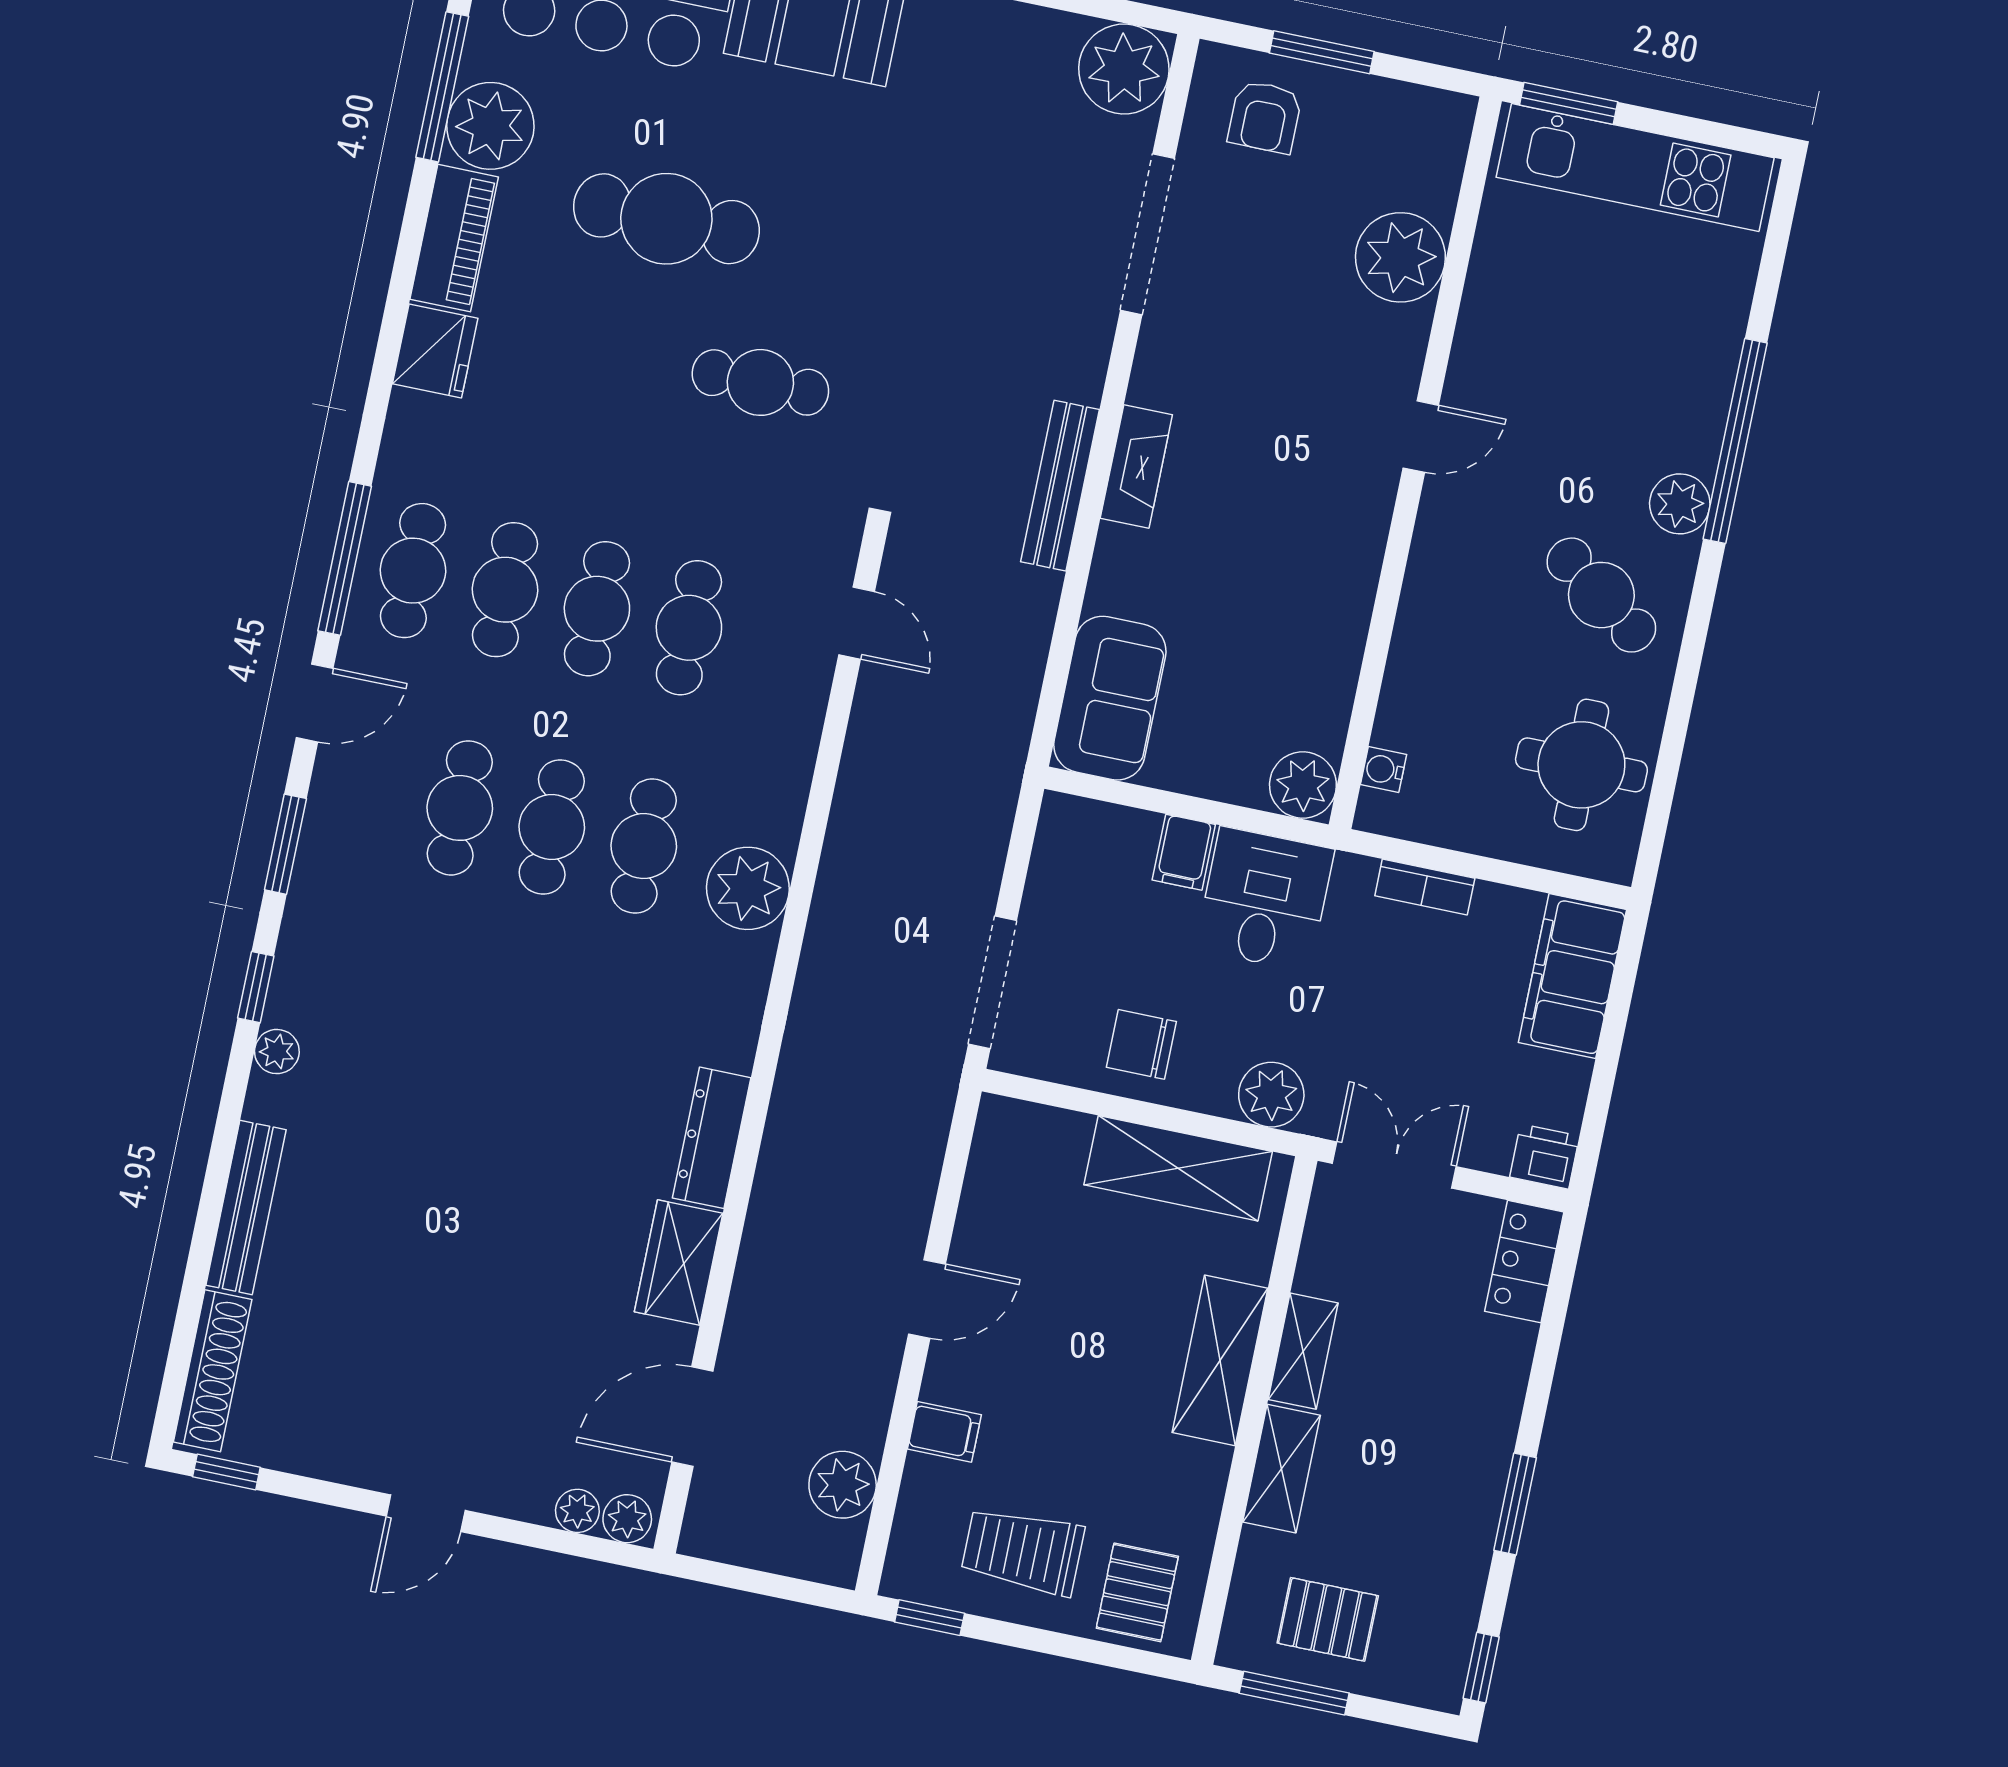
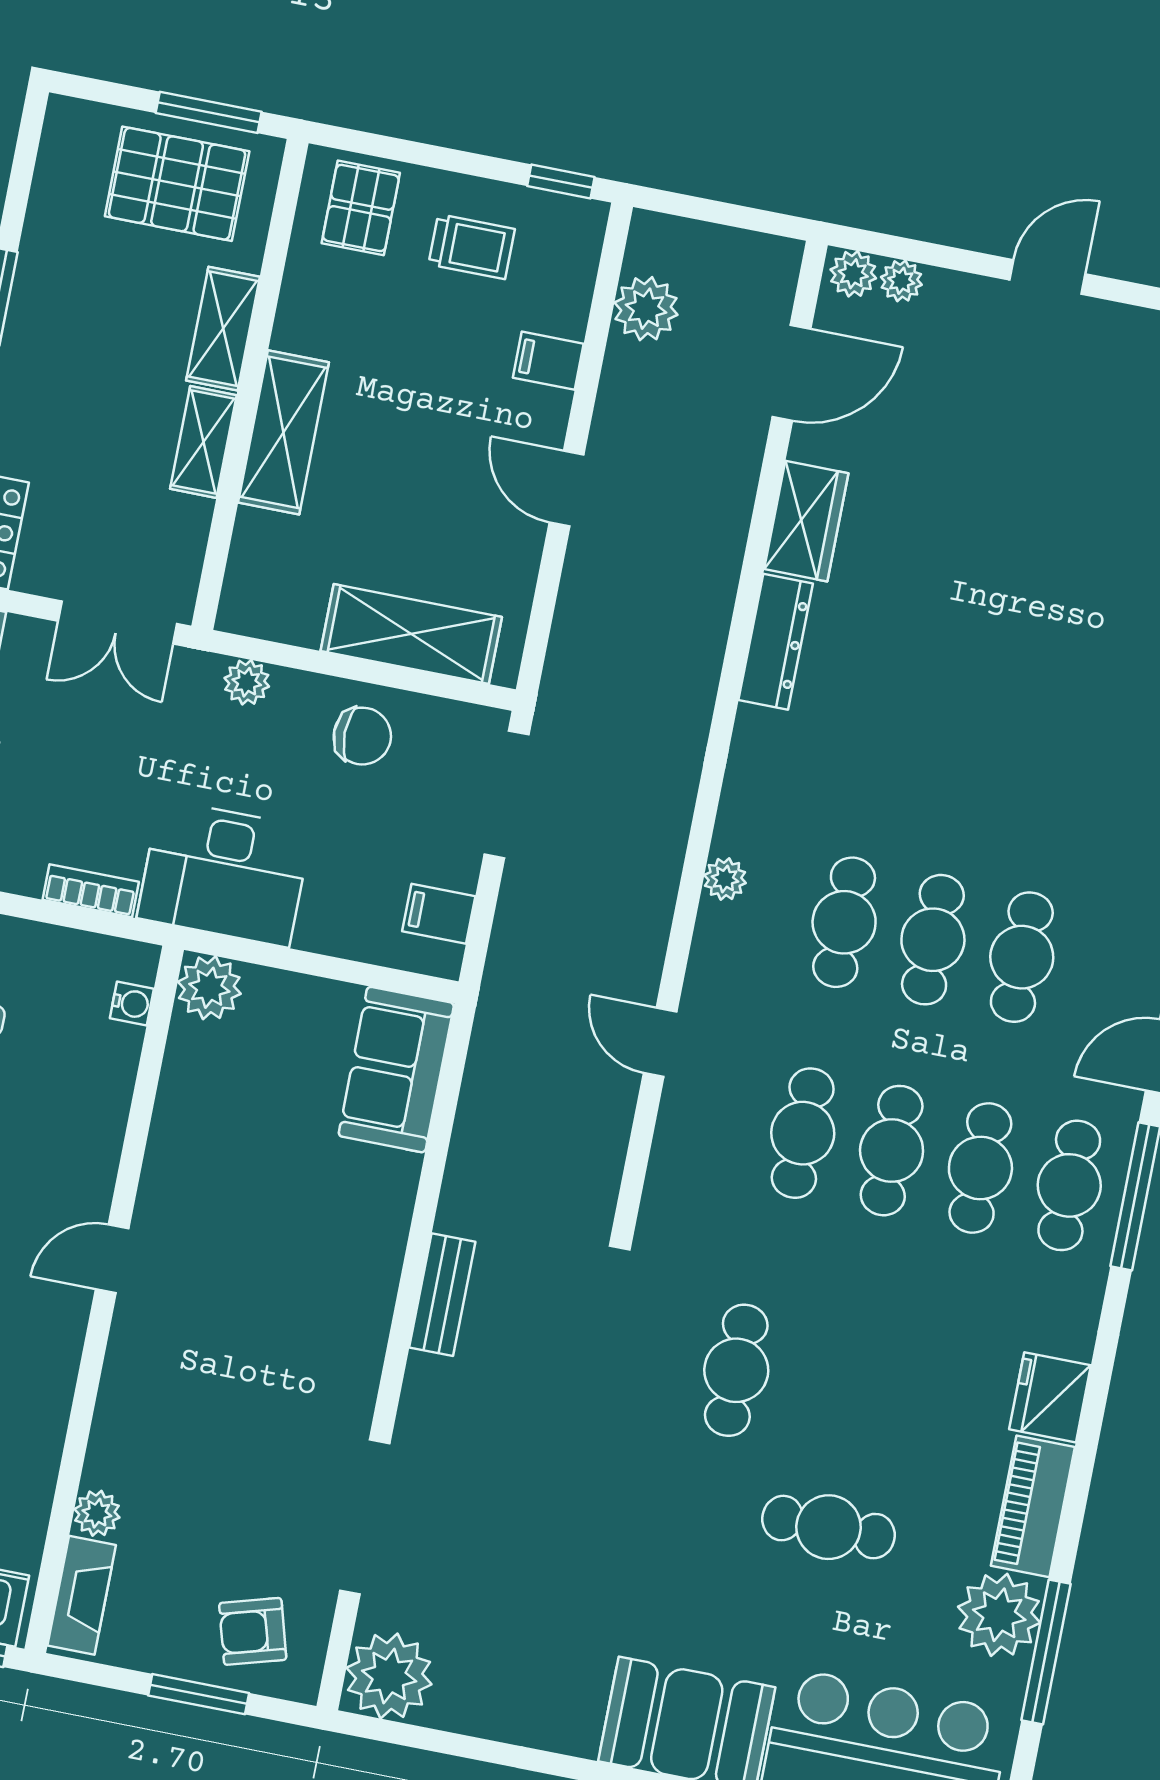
armchair: (1265, 117) -> (253, 1631), turned -106
cafe table: (666, 219) -> (829, 1527), width x0.73, depth x0.74
plant: (1400, 257) -> (97, 1513), width x0.53, depth x0.53
cafe table: (760, 382) -> (736, 1370), turned 90
door: (1421, 437) -> (112, 1259), moved
fireplace: (1136, 467) -> (82, 1595), moved, turned 180
bench: (1060, 486) -> (442, 1295), width x0.73
door: (857, 623) -> (660, 1042), moved
filing cabinet: (1184, 852) -> (439, 914), moved, turned -90
plant: (748, 888) -> (725, 879), width x0.53, depth x0.53
desk: (1265, 899) -> (224, 873), width x1.37
plant: (1271, 1095) -> (247, 682), width x0.73, depth x0.73
shelving: (1178, 1168) -> (411, 634), moved
door: (927, 1299) -> (567, 489), hinge flipped
trolley: (1023, 1551) -> (472, 247), width x0.73, depth x0.72
pallet: (1328, 1619) -> (177, 184), width x1.50, depth x1.42
window: (1481, 1668) -> (29, 139), removed

